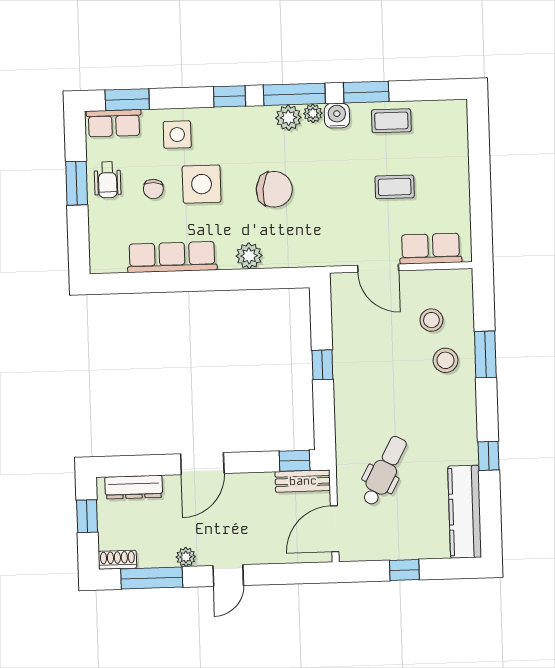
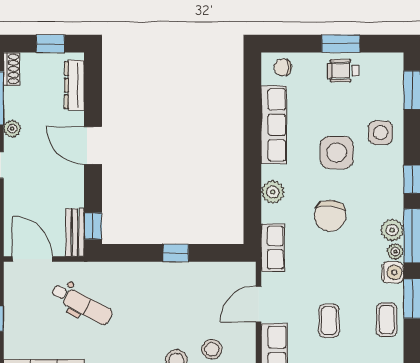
row of seats: (114, 123) -> (273, 248), moved, turned 180
chair: (153, 189) -> (283, 67), moved

